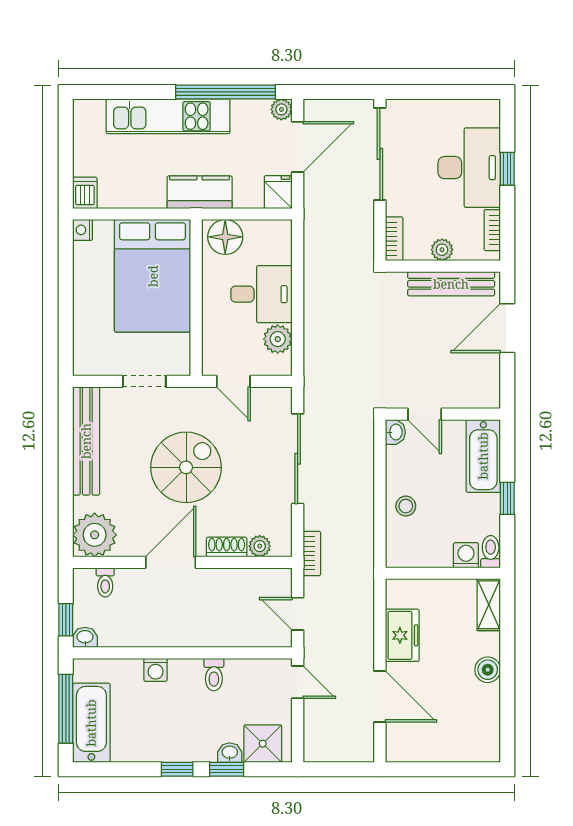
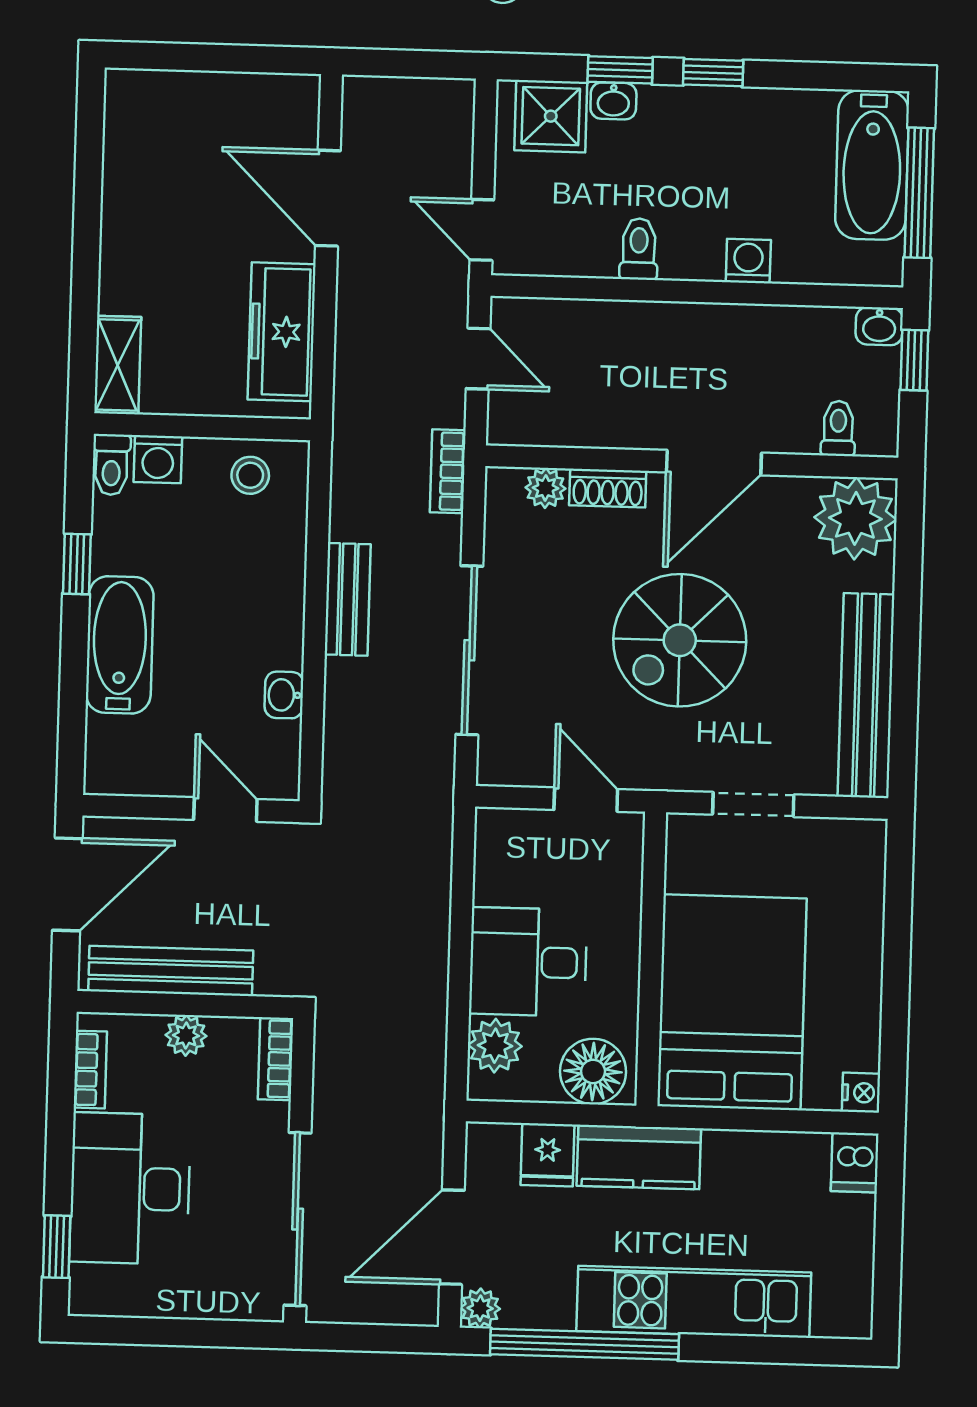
window: (507, 169) -> (57, 1247), moved
fridge: (278, 192) -> (547, 1155), moved
plant: (278, 339) -> (495, 1046), moved
door: (425, 414) -> (225, 810), moved
wall: (443, 414) -> (191, 808), moved
bench: (363, 484) -> (348, 599), added
stool: (406, 506) -> (250, 475), moved
freezer: (402, 635) -> (282, 332), width x1.40
boiler: (488, 670) -> (123, 243), removed

